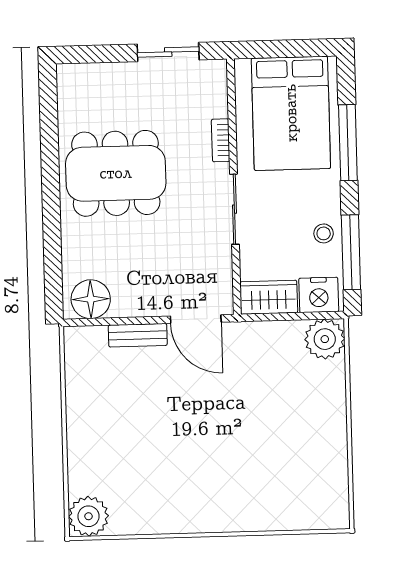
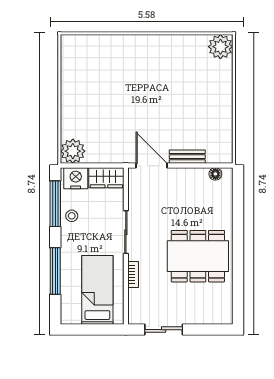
bed: (291, 113) -> (97, 290), width x0.67
floor lamp: (91, 299) -> (215, 174), width x0.53, depth x0.53

